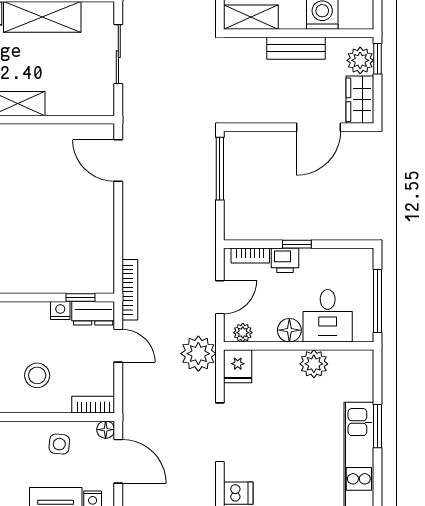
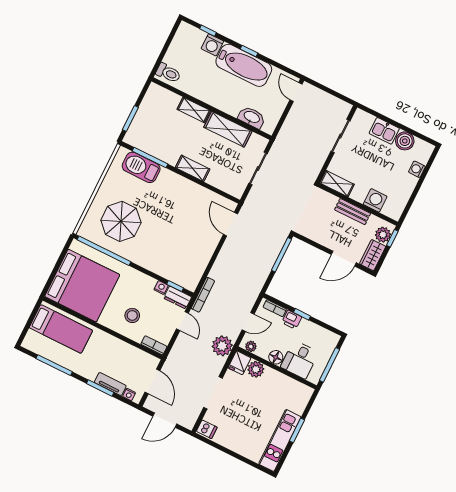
plant: (314, 364) -> (256, 369), moved
floor lamp: (106, 430) -> (154, 362), removed
side table: (59, 444) -> (126, 357), removed

